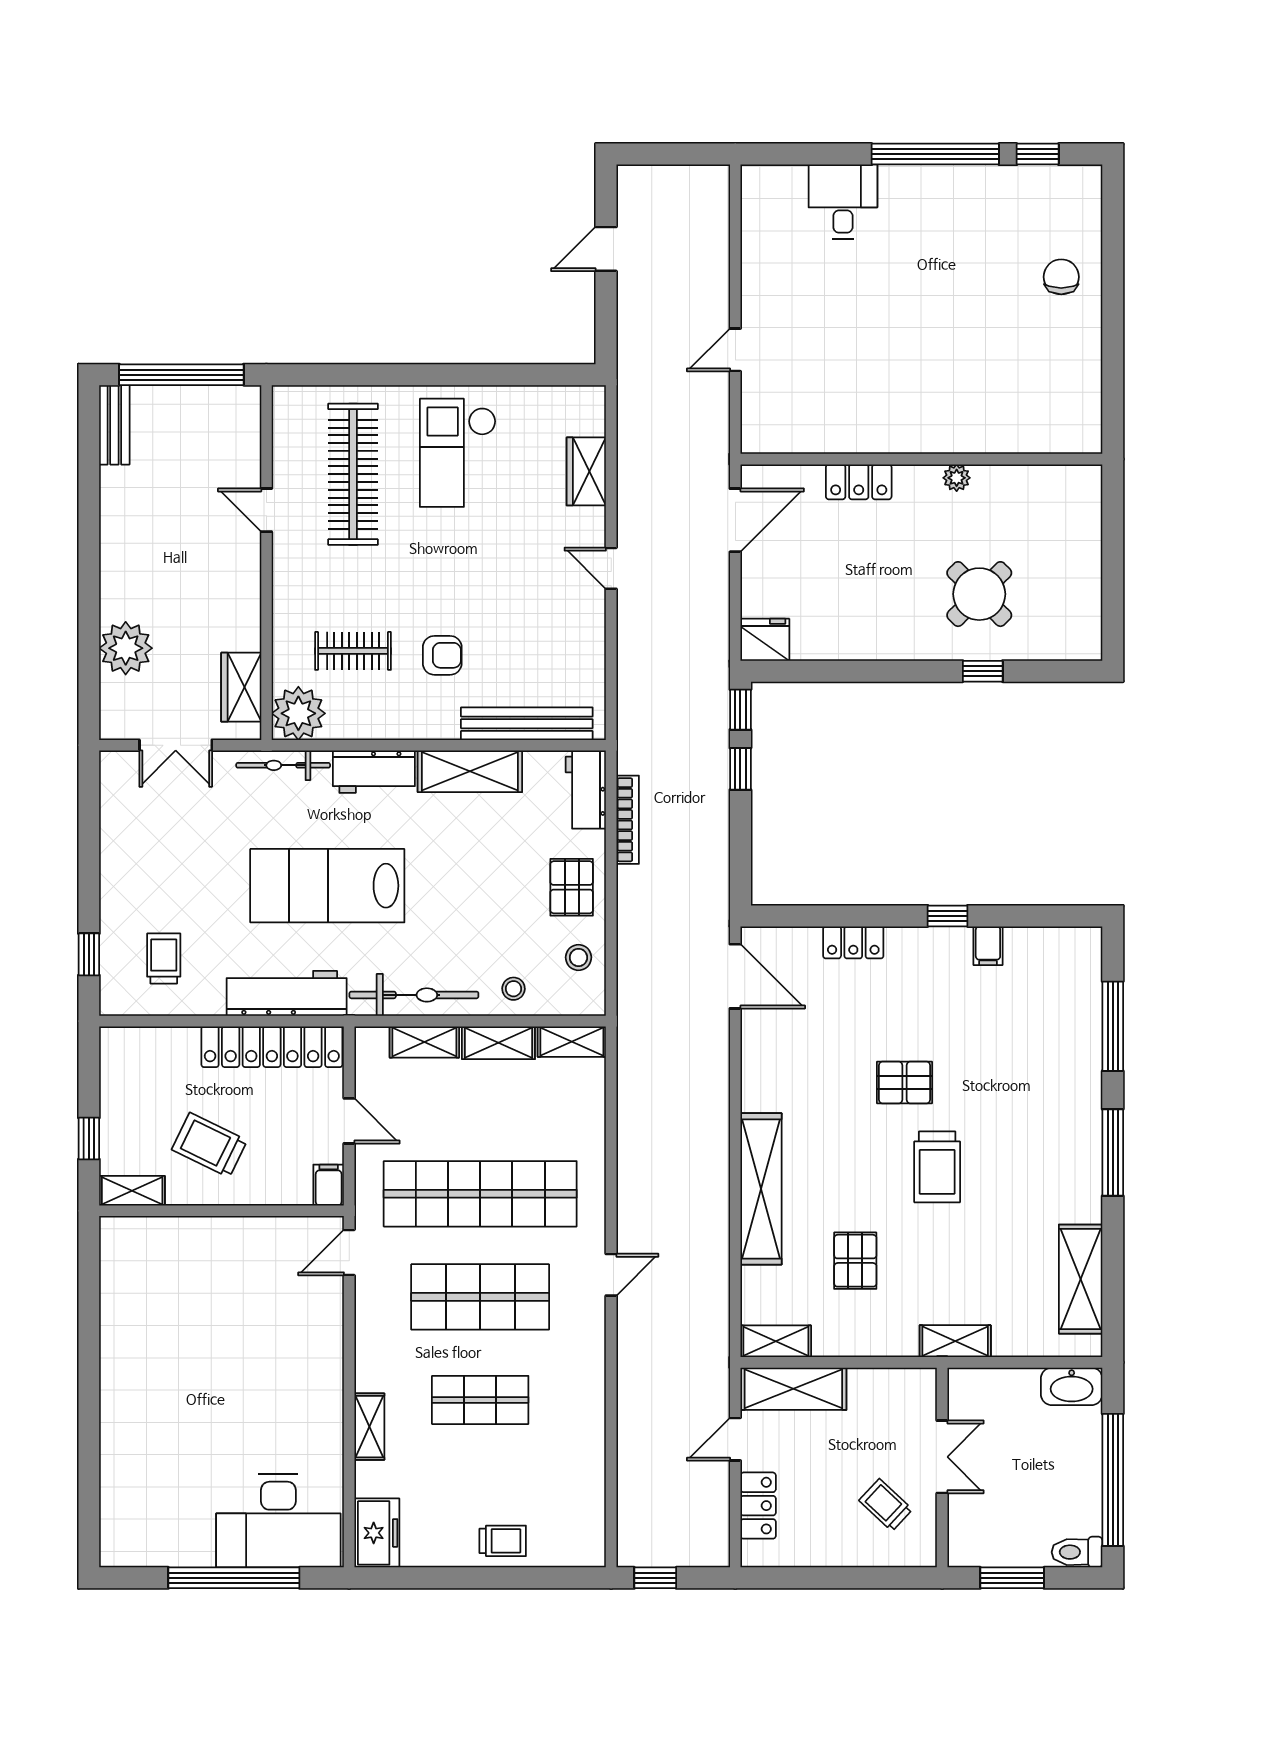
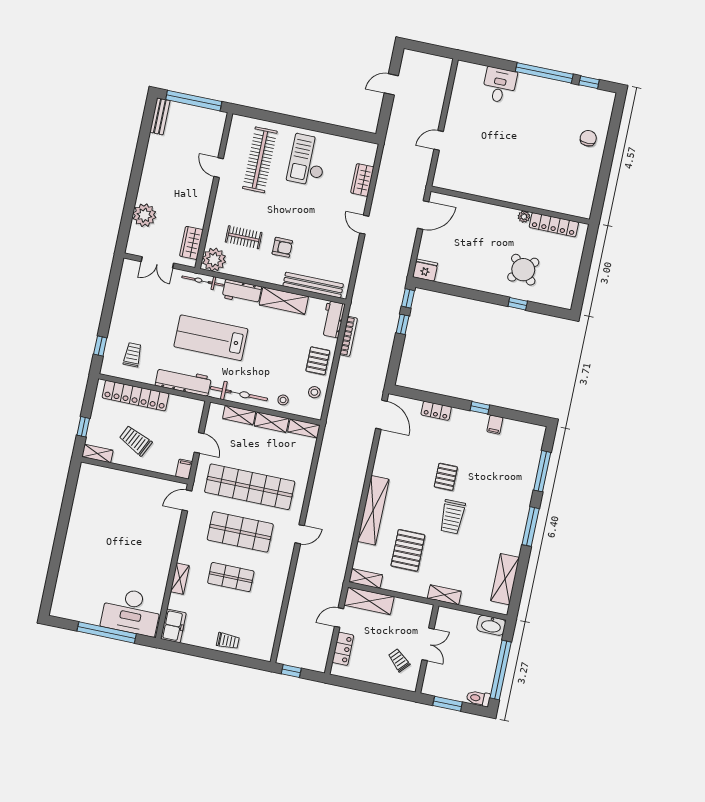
locker: (859, 482) -> (554, 225), moved, width x1.53
locker: (272, 1047) -> (135, 396), moved
pallet: (905, 1082) -> (446, 477), turned 90
pallet: (855, 1261) -> (408, 550), width x1.50, depth x1.42

